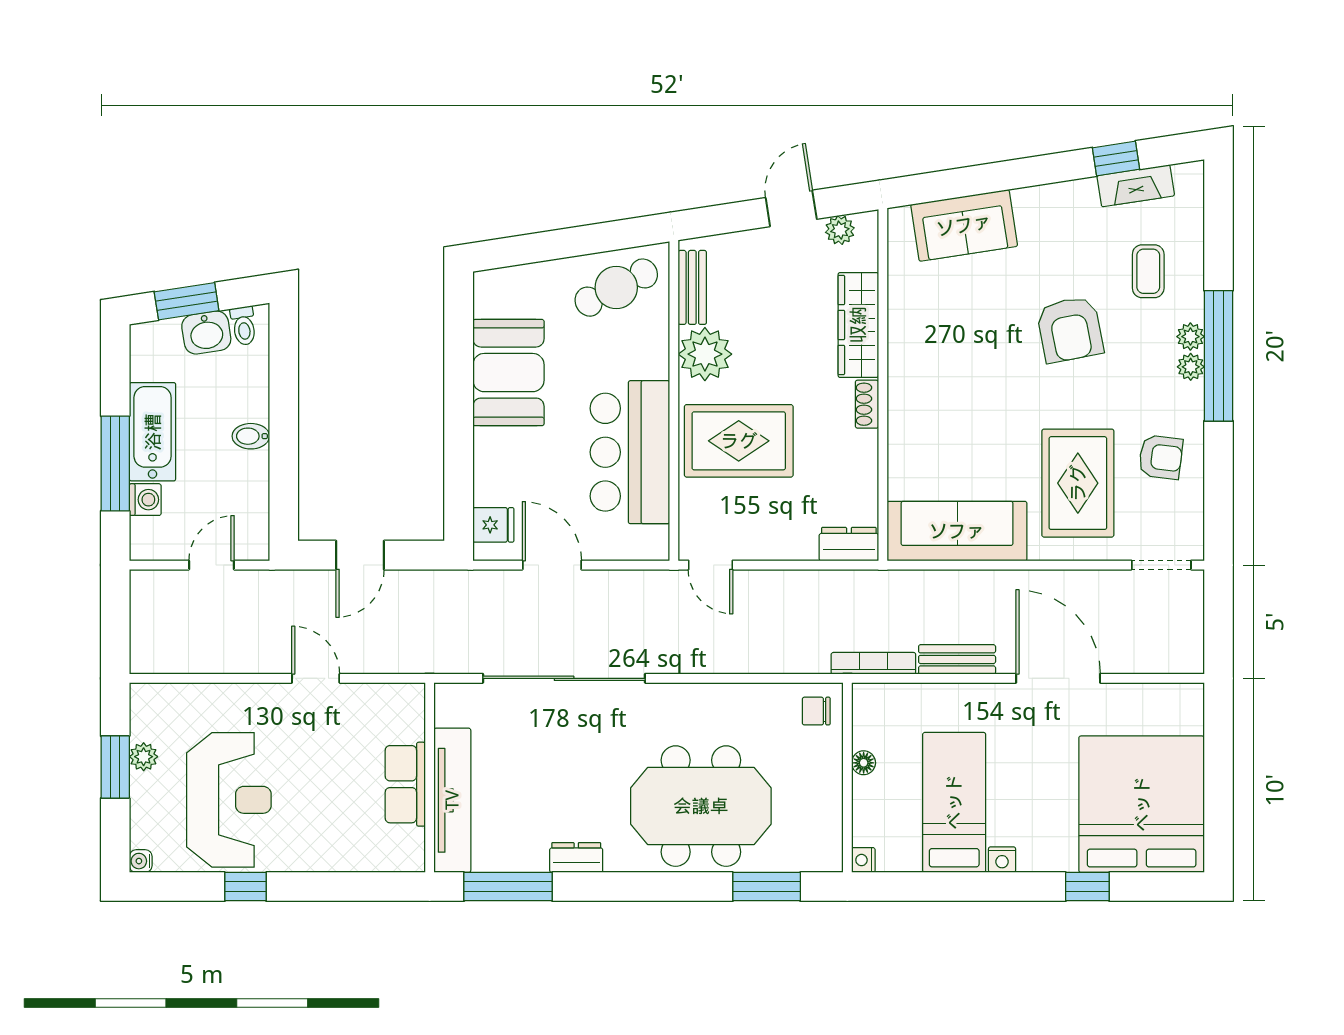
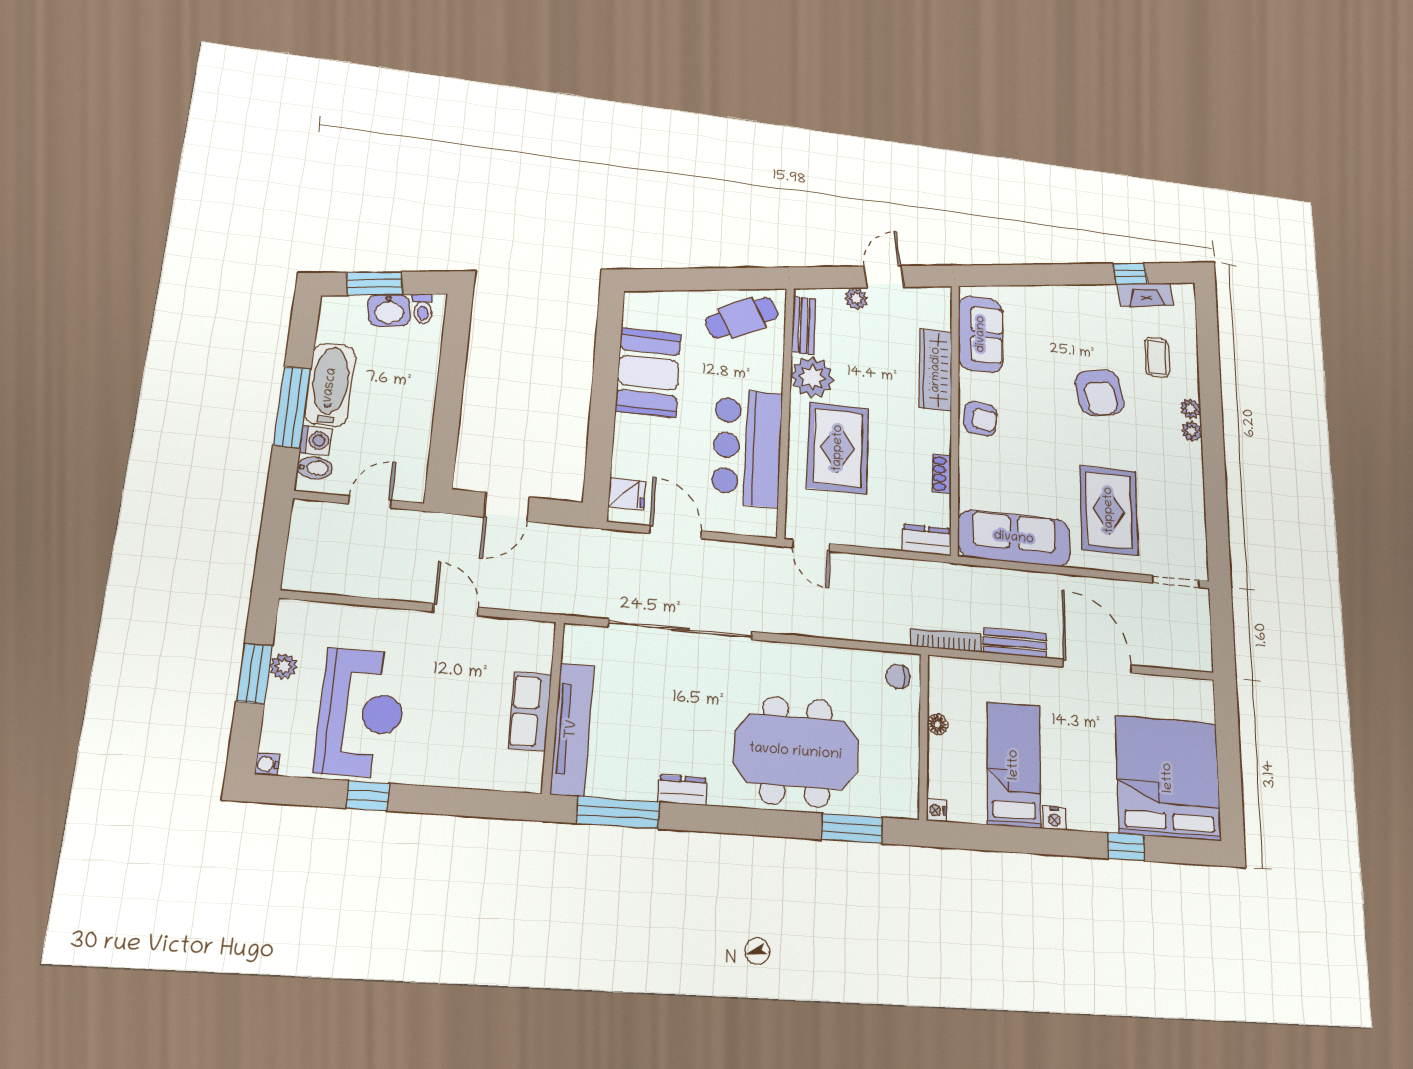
sofa: (964, 225) -> (981, 334), moved, turned -81
plant: (840, 230) -> (856, 299), moved
window: (1219, 356) -> (1212, 426), removed
shoe rack: (867, 404) -> (942, 474), moved
bidet: (251, 436) -> (315, 468), moved, turned 180
rug: (739, 441) -> (838, 448), turned 90
armchair: (1161, 457) -> (980, 419), moved

